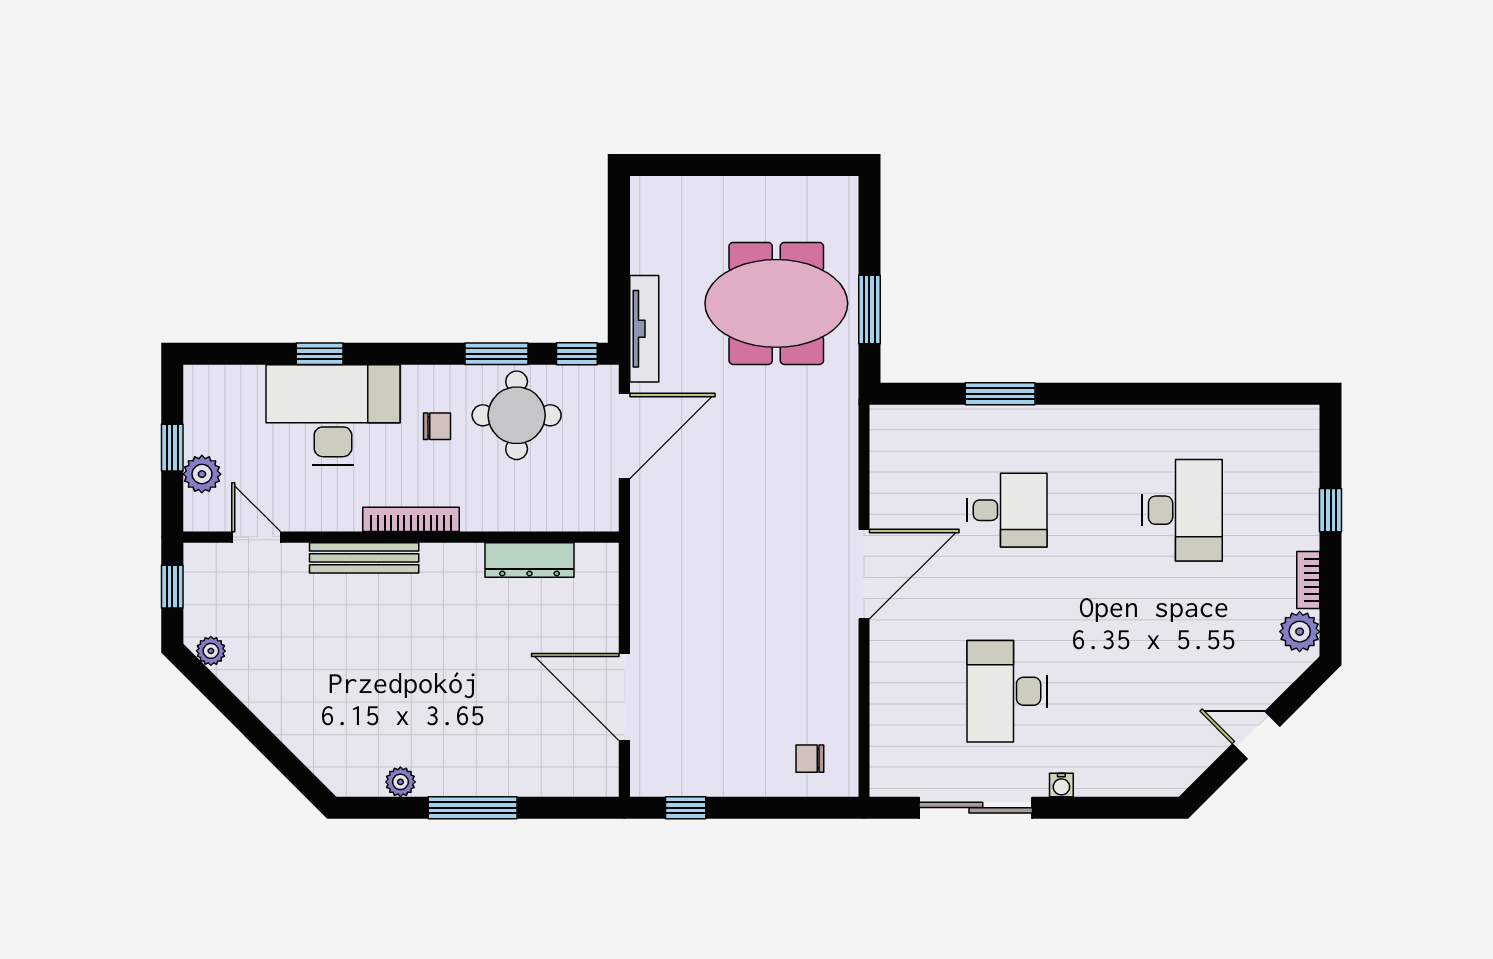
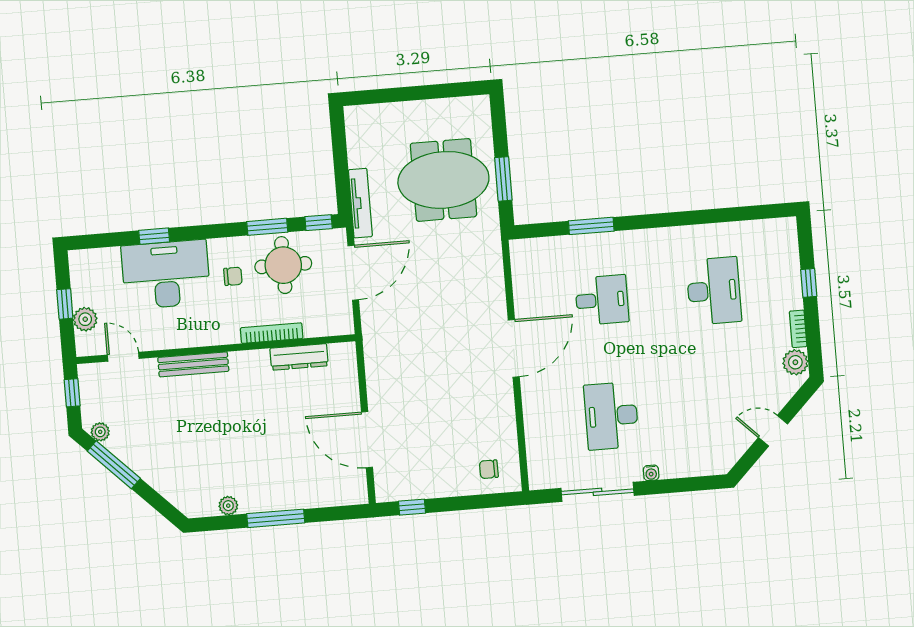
bookcase: (411, 519) -> (272, 333), moved
window: (228, 704) -> (114, 465), added

